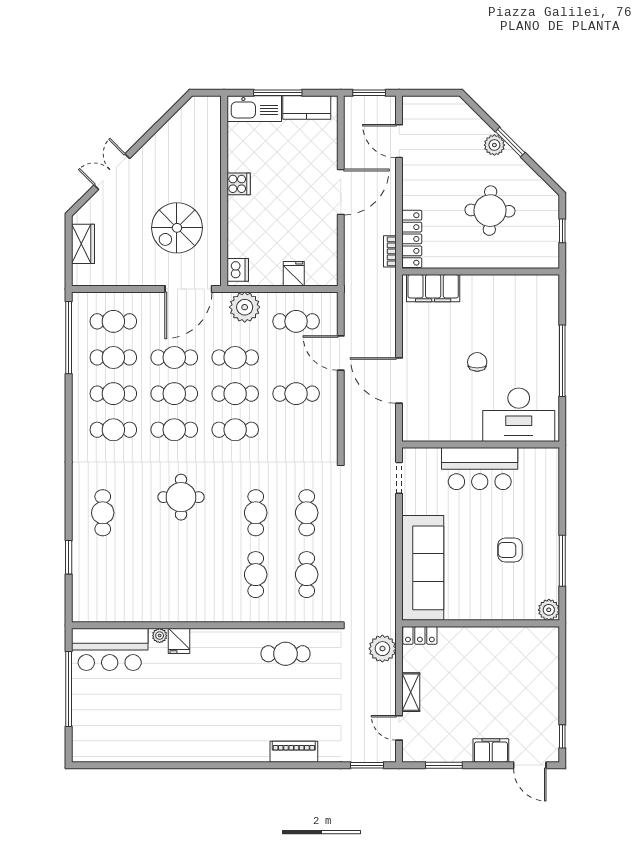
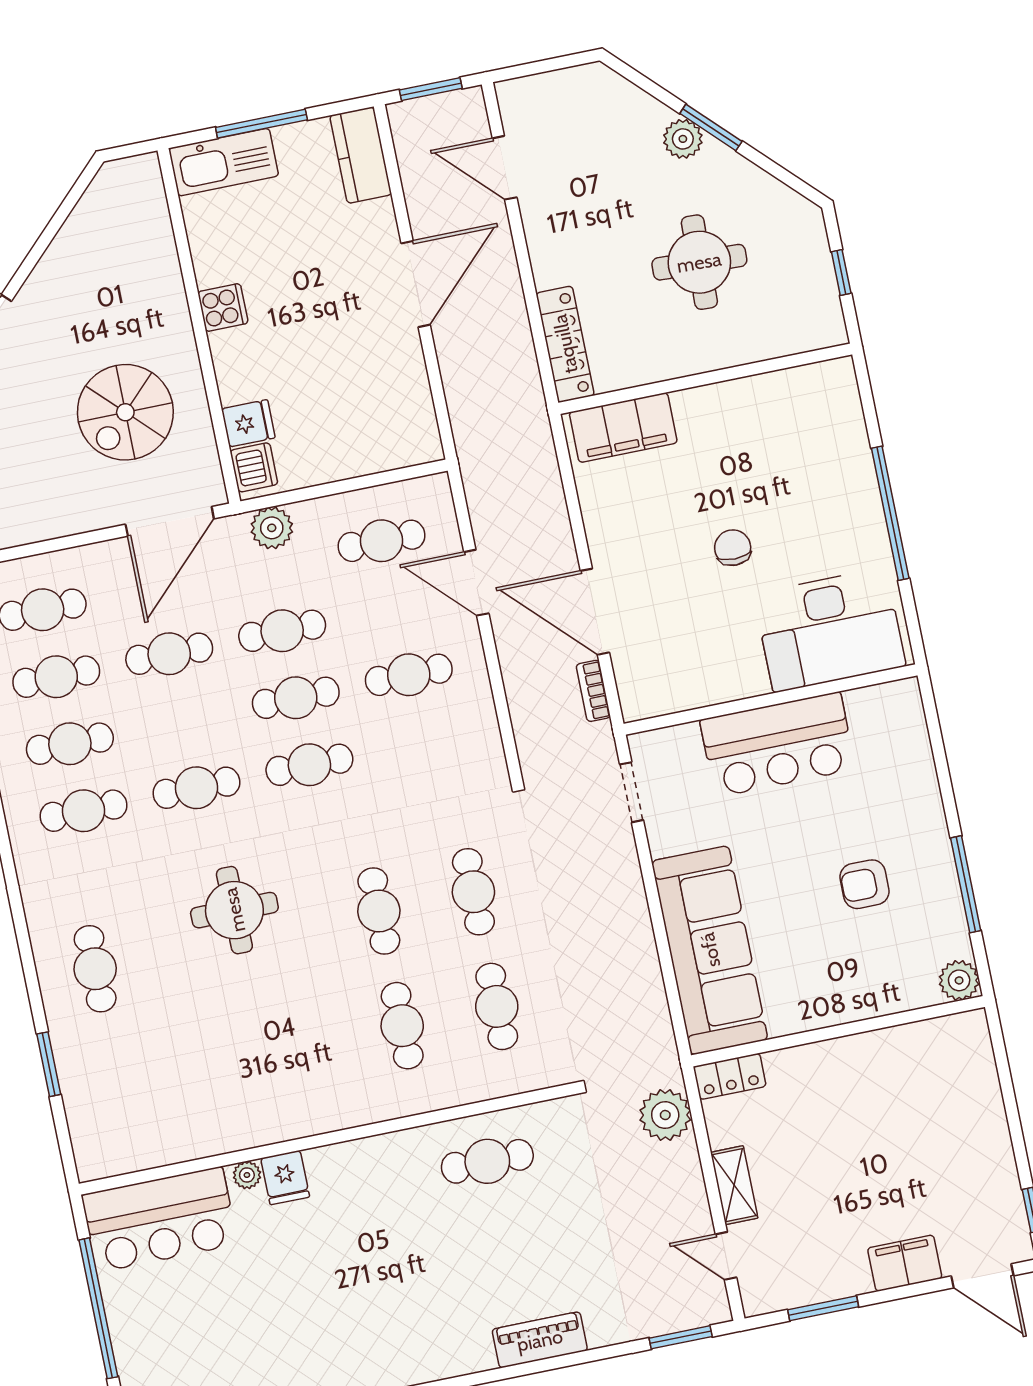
kitchen counter: (307, 108) -> (361, 155), moved, turned 90
bookcase: (390, 251) -> (593, 691), moved
fridge: (294, 274) -> (248, 423), moved, turned 90
plant: (245, 307) -> (272, 528), width x0.73, depth x0.73
cafe table: (174, 394) -> (183, 721), removed

